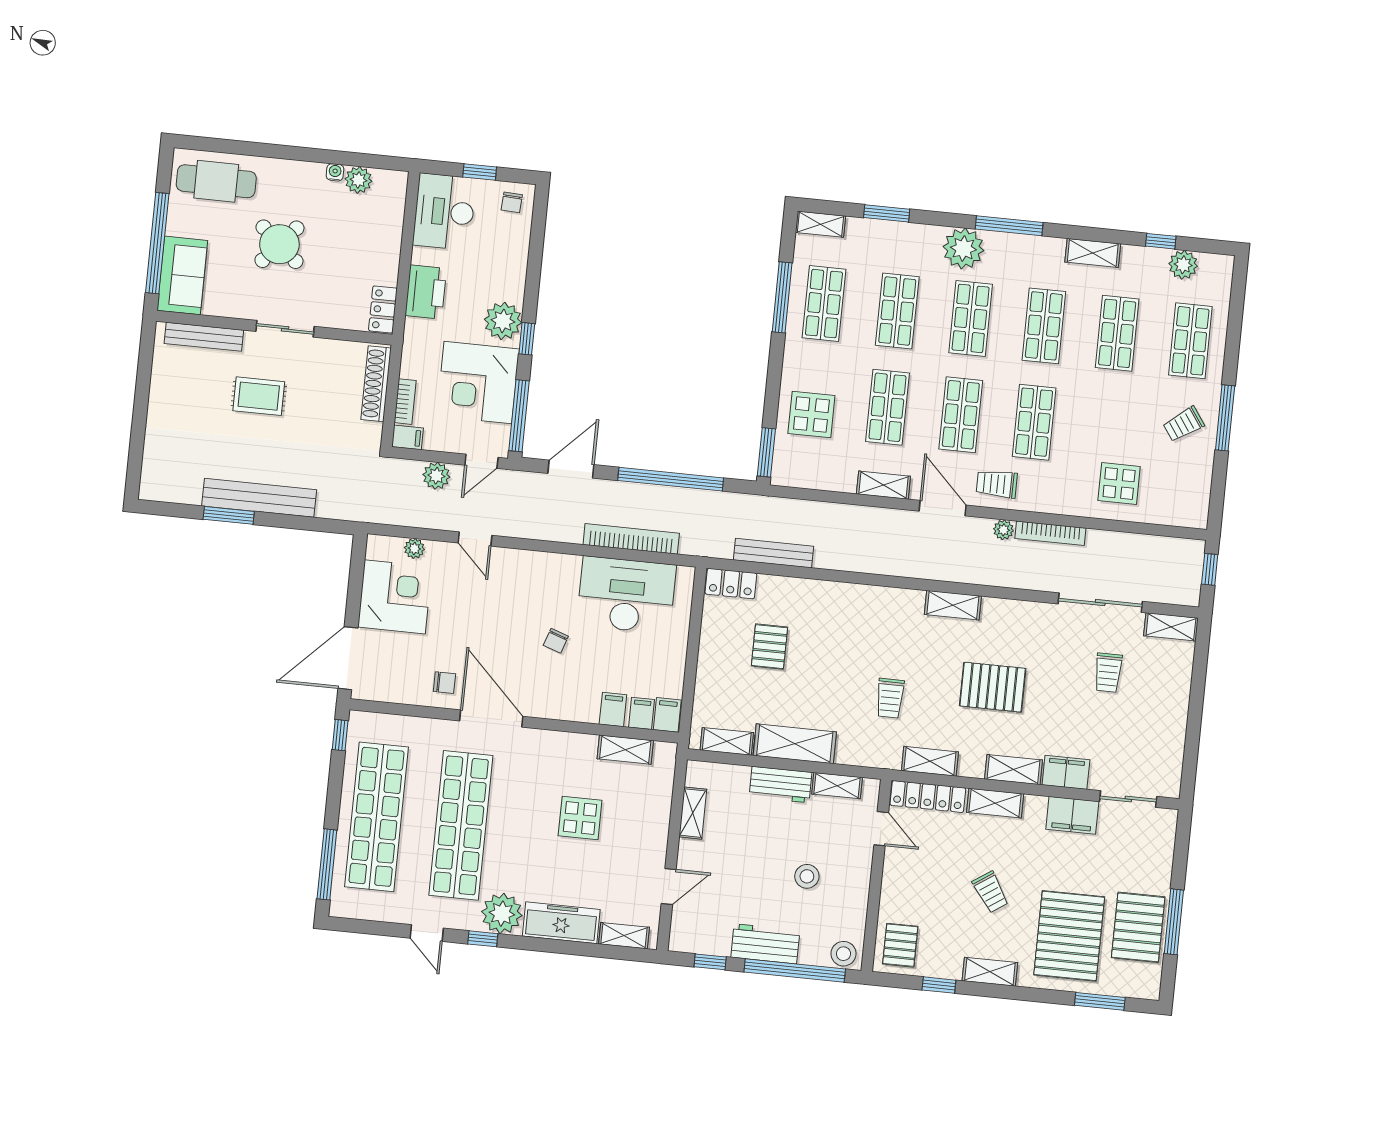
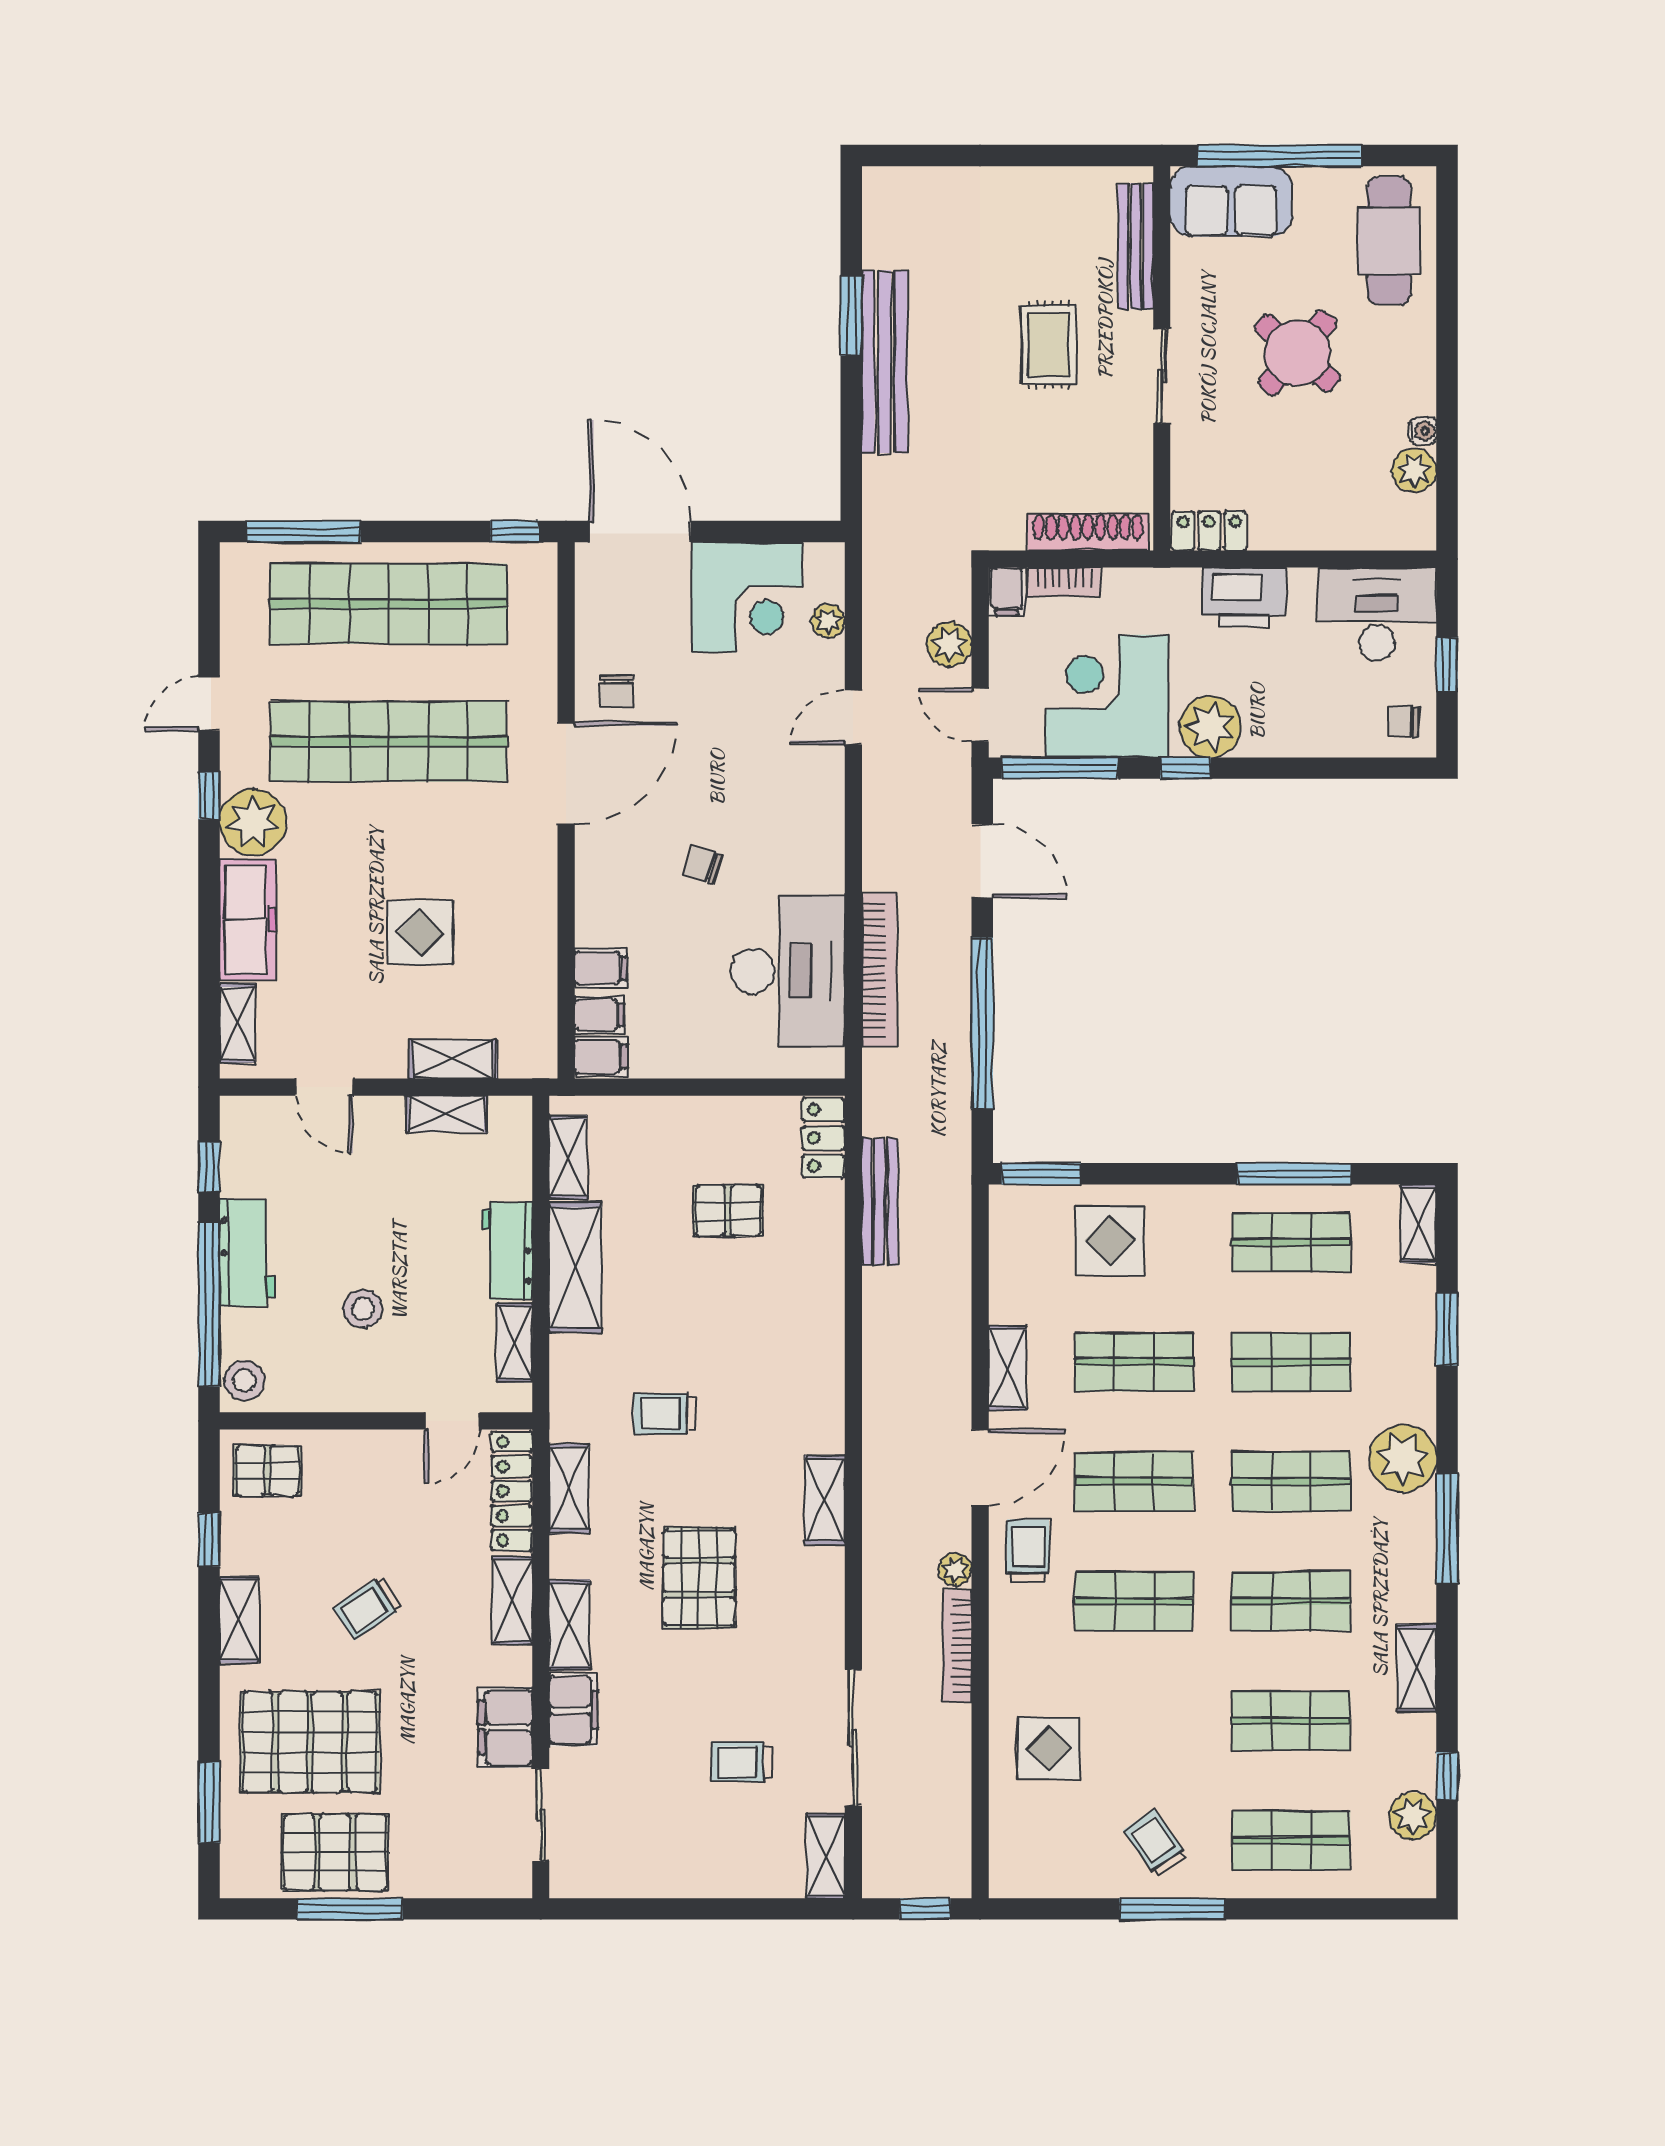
shelving: (625, 750) -> (453, 1059), moved, turned 90

